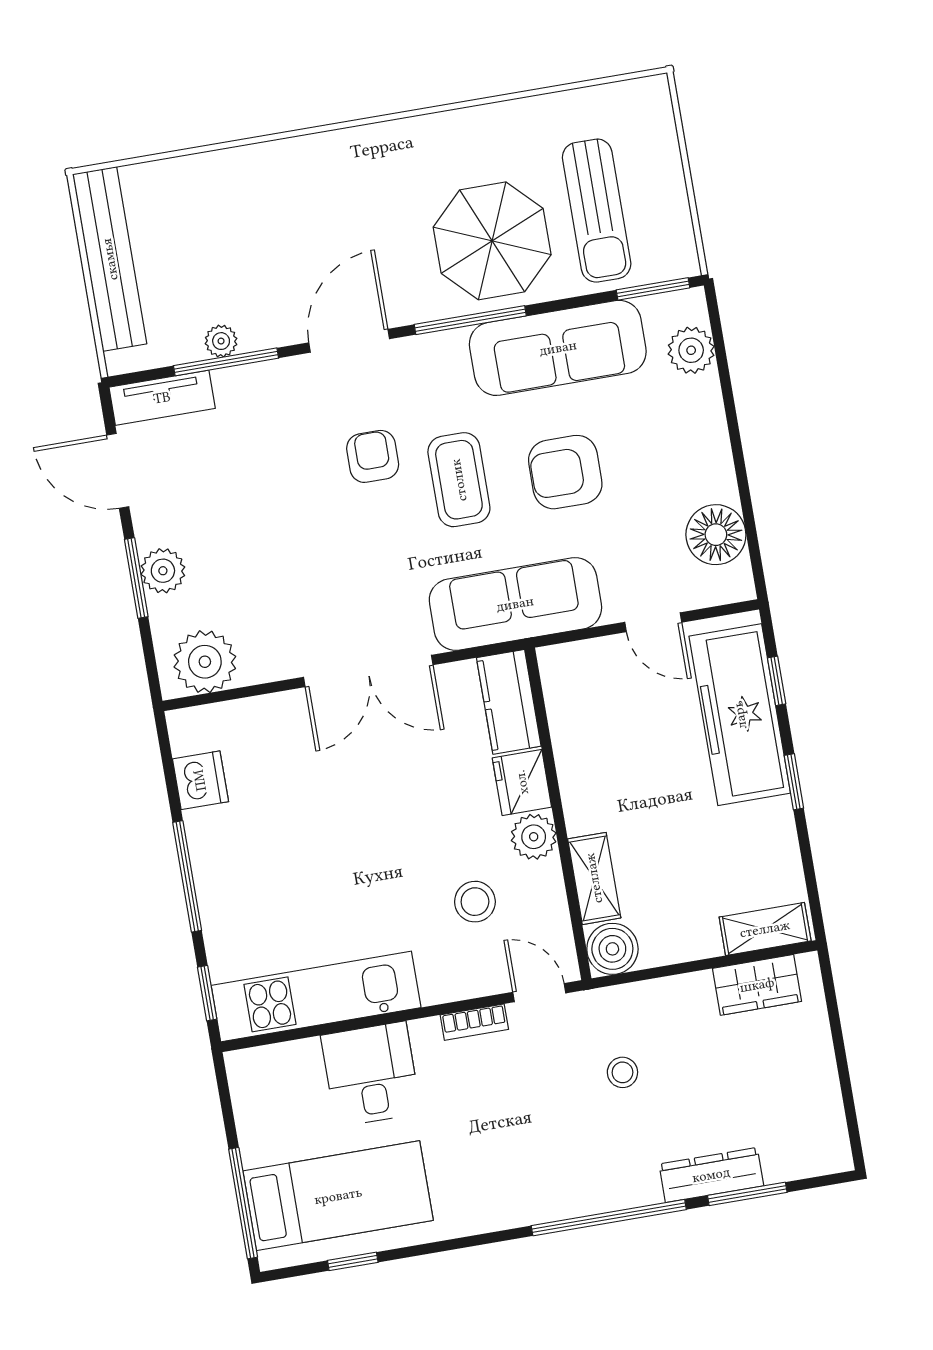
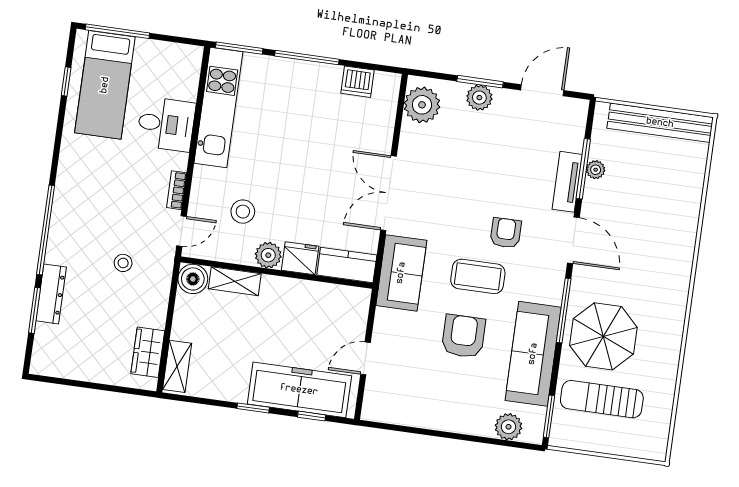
tv unit: (162, 398) -> (567, 182), moved
armchair: (373, 456) -> (506, 233), turned -90
floor lamp: (716, 535) -> (403, 408), removed
sofa: (515, 604) -> (401, 273), width x0.73
window: (207, 993) -> (239, 48), width x1.50

